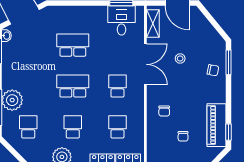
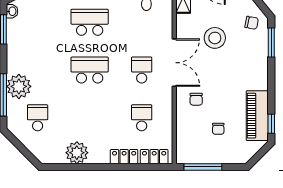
stool: (180, 59) -> (215, 38), width x1.89, depth x1.89
double door: (145, 64) -> (174, 63), moved
chair: (213, 70) -> (252, 23), moved
school desk: (73, 127) -> (90, 118), removed

